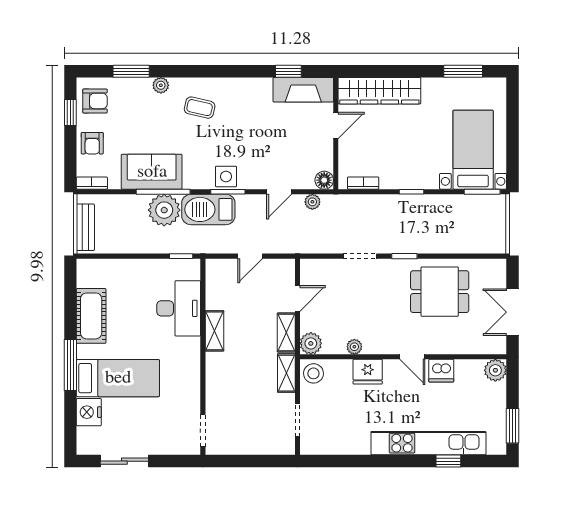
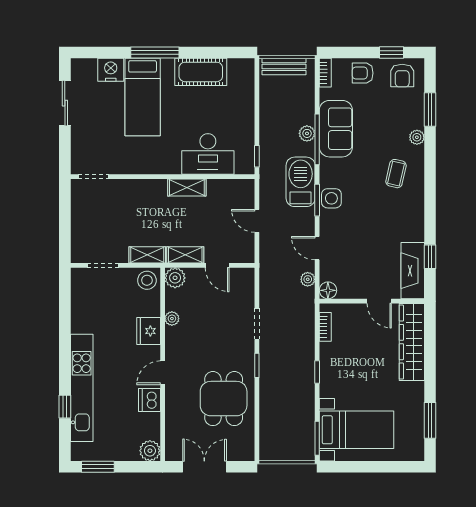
plant: (164, 210) -> (307, 133), width x0.53, depth x0.53

